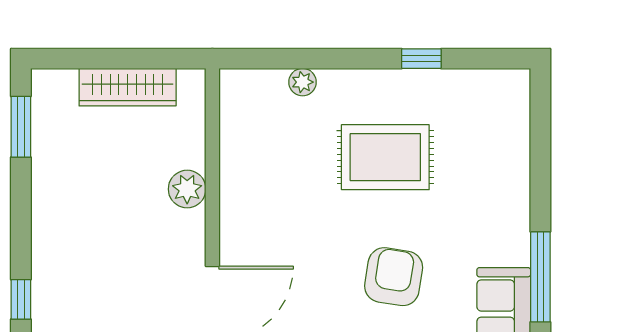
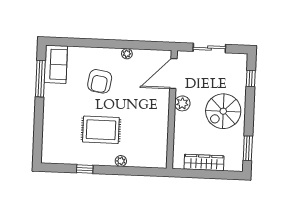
plant: (303, 82) -> (121, 161), moved
plant: (187, 189) -> (182, 103), moved
spiral stairs: (85, 216) -> (223, 111), added

